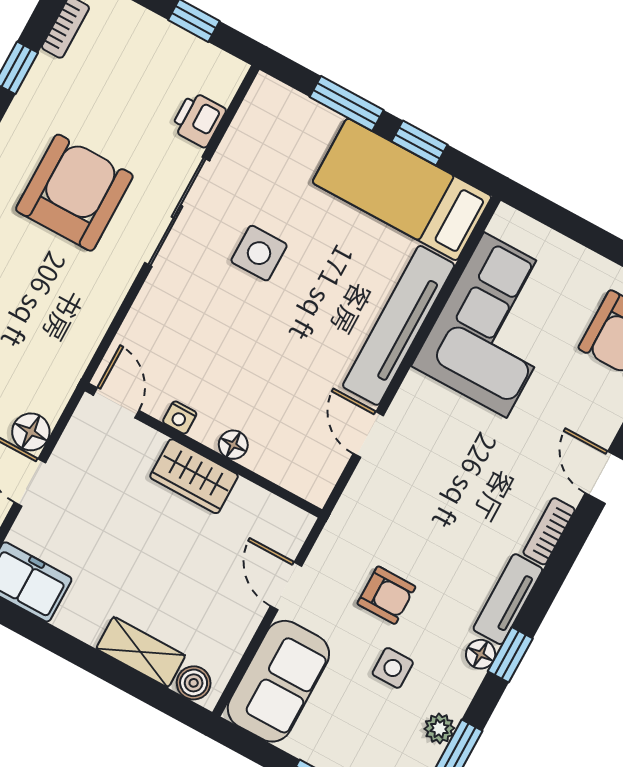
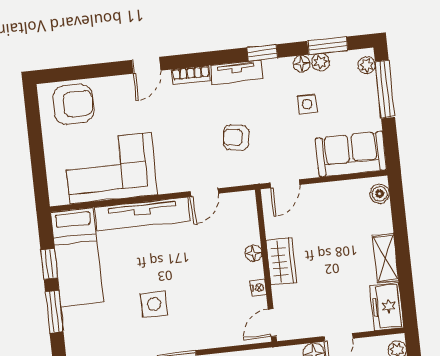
door: (286, 586) -> (285, 184), moved
armchair: (386, 595) -> (236, 137), moved, turned -82
shelving: (141, 652) -> (386, 258), moved
floor lamp: (481, 654) -> (302, 64), moved

